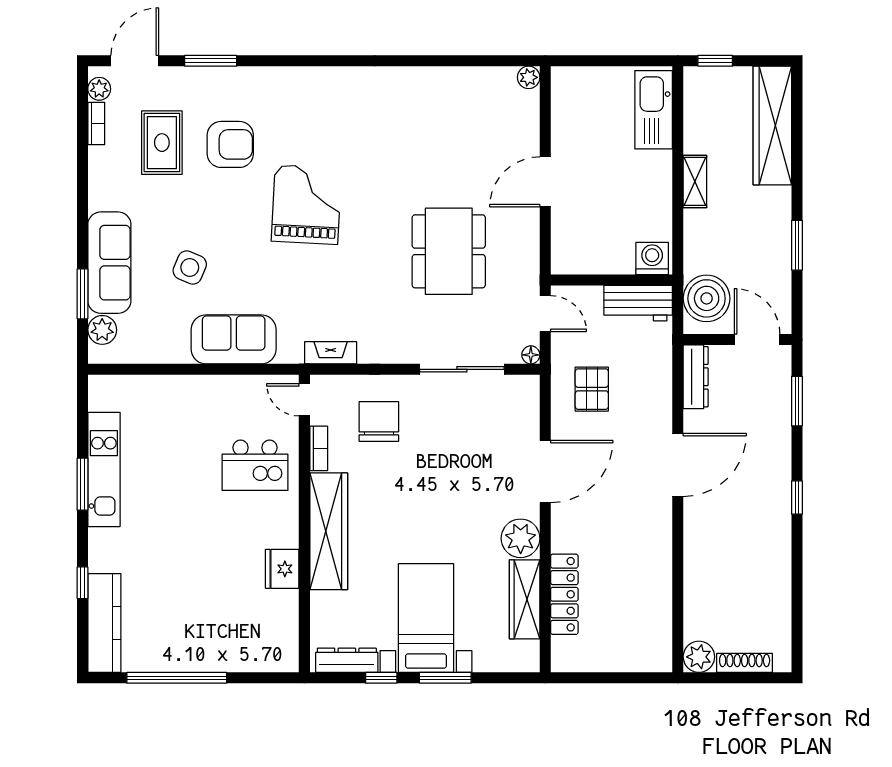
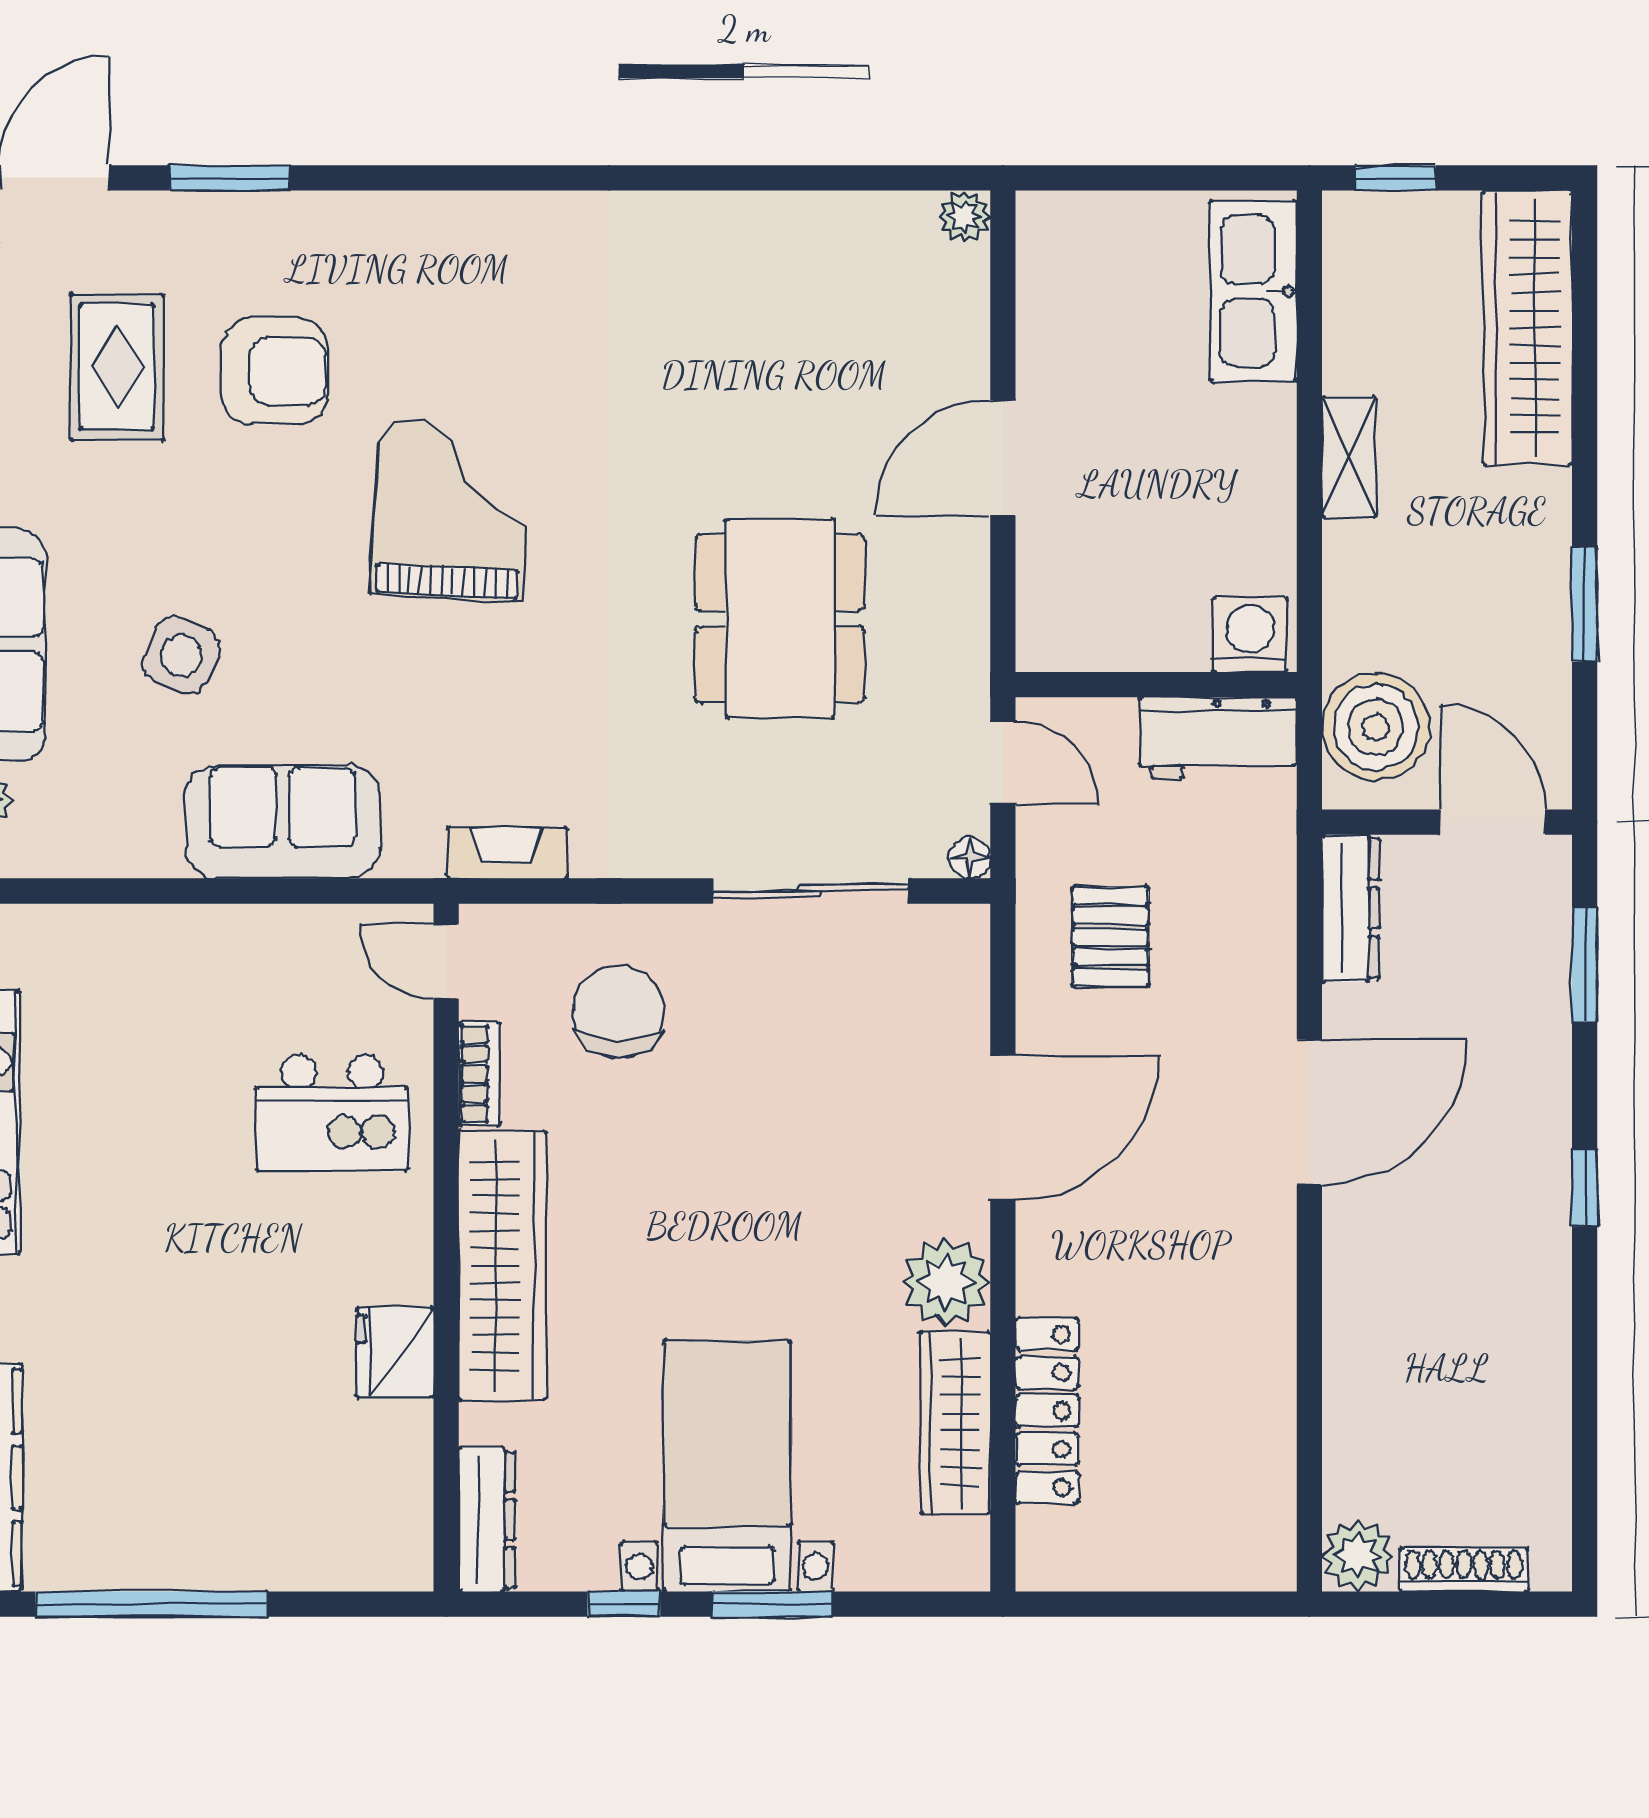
dresser: (347, 660) -> (487, 1520), moved, turned 90

